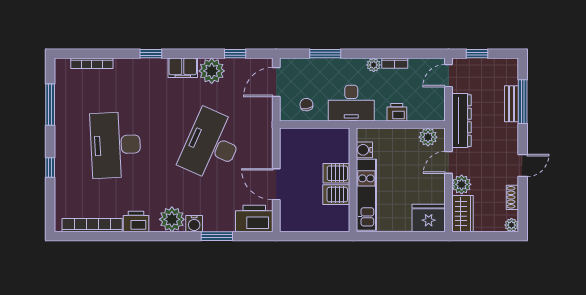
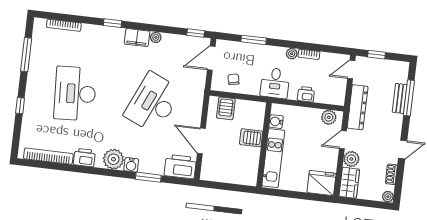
window: (235, 54) -> (196, 33), moved
plant: (212, 71) -> (156, 37), width x0.53, depth x0.53
desk: (351, 103) -> (275, 83), width x0.73
server rack: (336, 195) -> (226, 108), moved, turned -90

